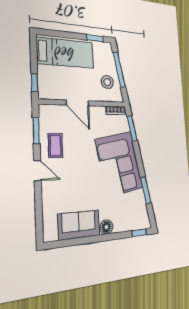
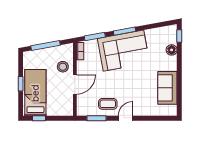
window: (95, 38) -> (21, 84), moved
stool: (107, 82) -> (63, 67), moved
window: (35, 83) -> (39, 118), moved
window: (146, 190) -> (125, 31), moved
floor lamp: (106, 227) -> (172, 50), moved

